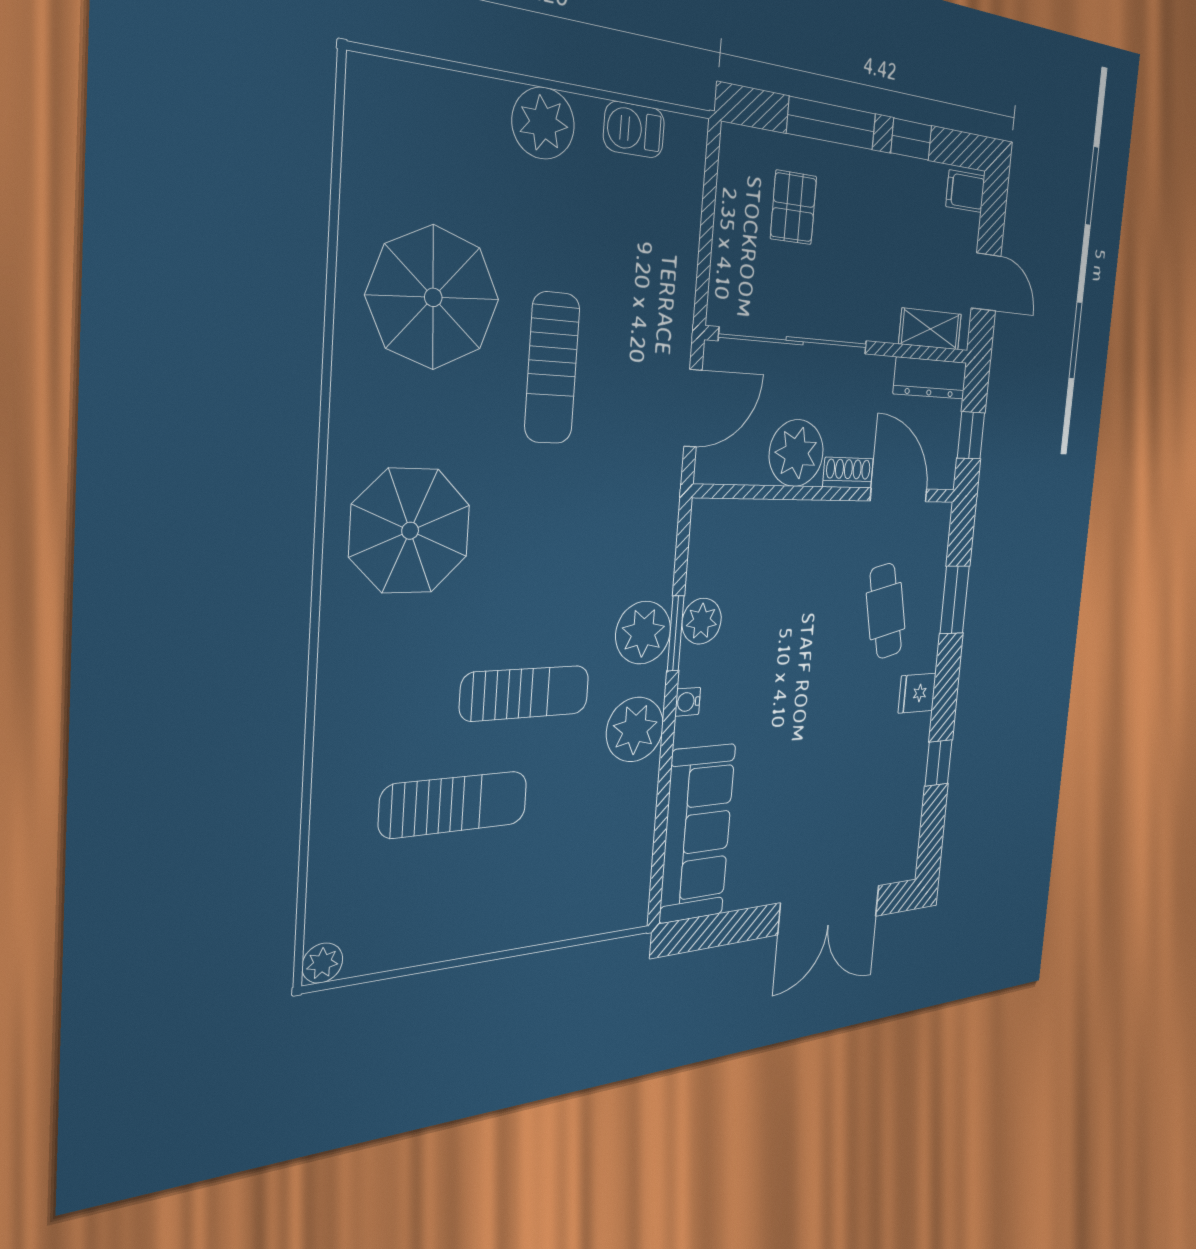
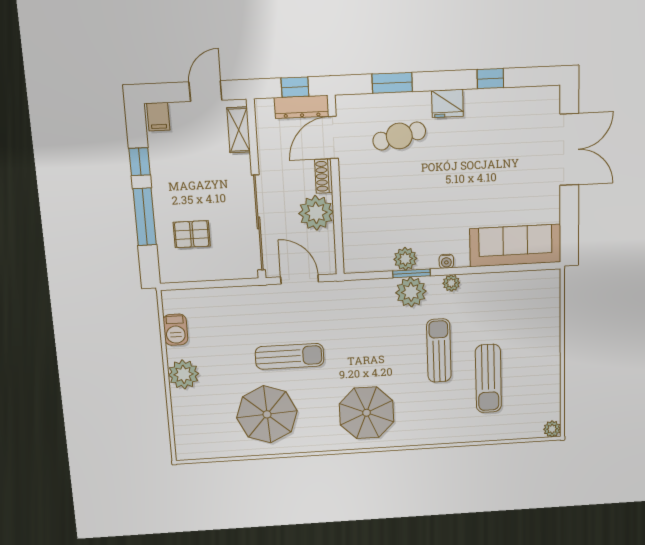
dresser: (930, 378) -> (302, 107), moved, turned 90
fridge: (917, 693) -> (447, 103), width x1.38
plant: (635, 729) -> (451, 283), width x0.53, depth x0.53
sun lounger: (454, 804) -> (488, 379), turned 180

